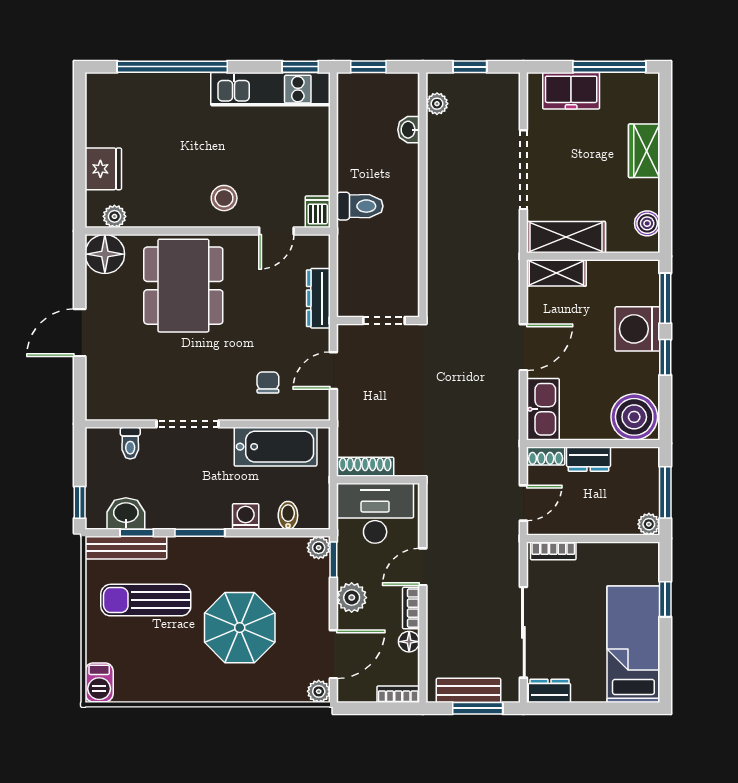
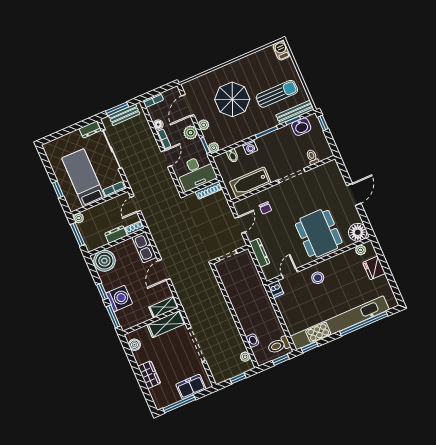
kitchen unit: (270, 89) -> (340, 323), width x1.86
toilet: (360, 206) -> (279, 345), moved
bed: (633, 644) -> (83, 178), moved, turned 180
plant: (319, 691) -> (204, 125), moved

